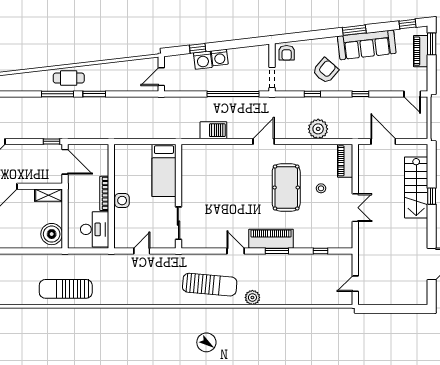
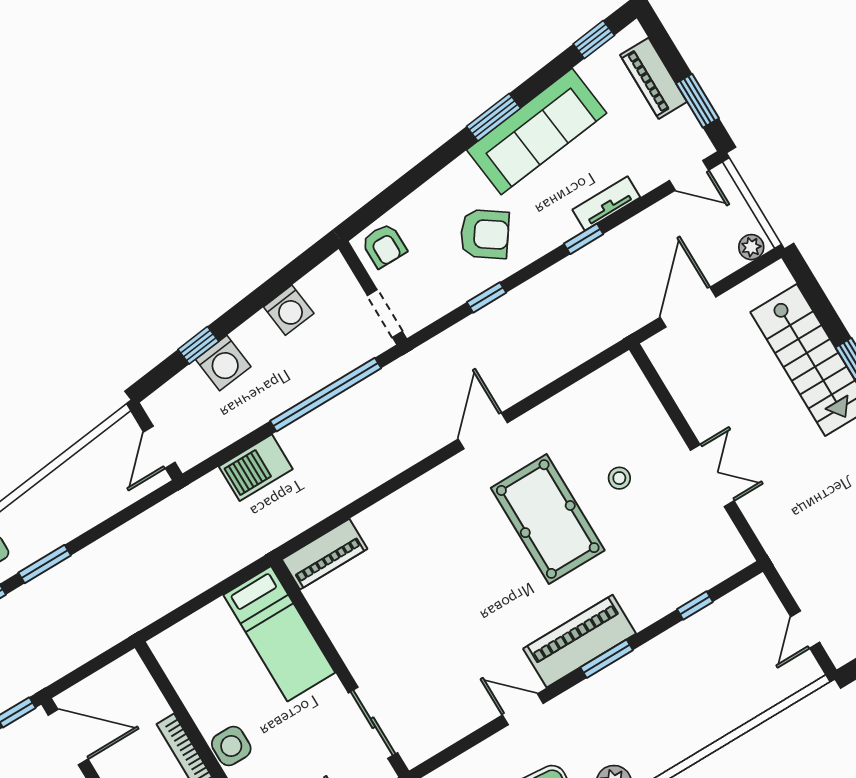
window: (432, 44) -> (697, 101), moved
washing machine: (220, 57) -> (289, 310), moved
armchair: (326, 71) -> (485, 234), turned 84
tv unit: (376, 86) -> (606, 203), added
plant: (318, 129) -> (751, 247), moved, width x0.53, depth x0.53
barbecue: (213, 130) -> (256, 468), moved, turned 180
door: (264, 141) -> (483, 431), moved
door: (383, 141) -> (688, 307), hinge flipped
piano: (345, 161) -> (325, 554), moved, turned -90

